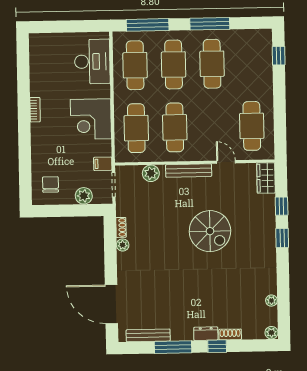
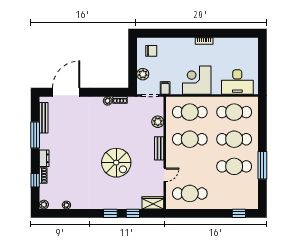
window: (148, 25) -> (262, 122), removed
bench: (189, 171) -> (159, 148), width x0.73
spiral stairs: (210, 231) -> (116, 163), turned -90
window: (217, 346) -> (35, 180), moved

